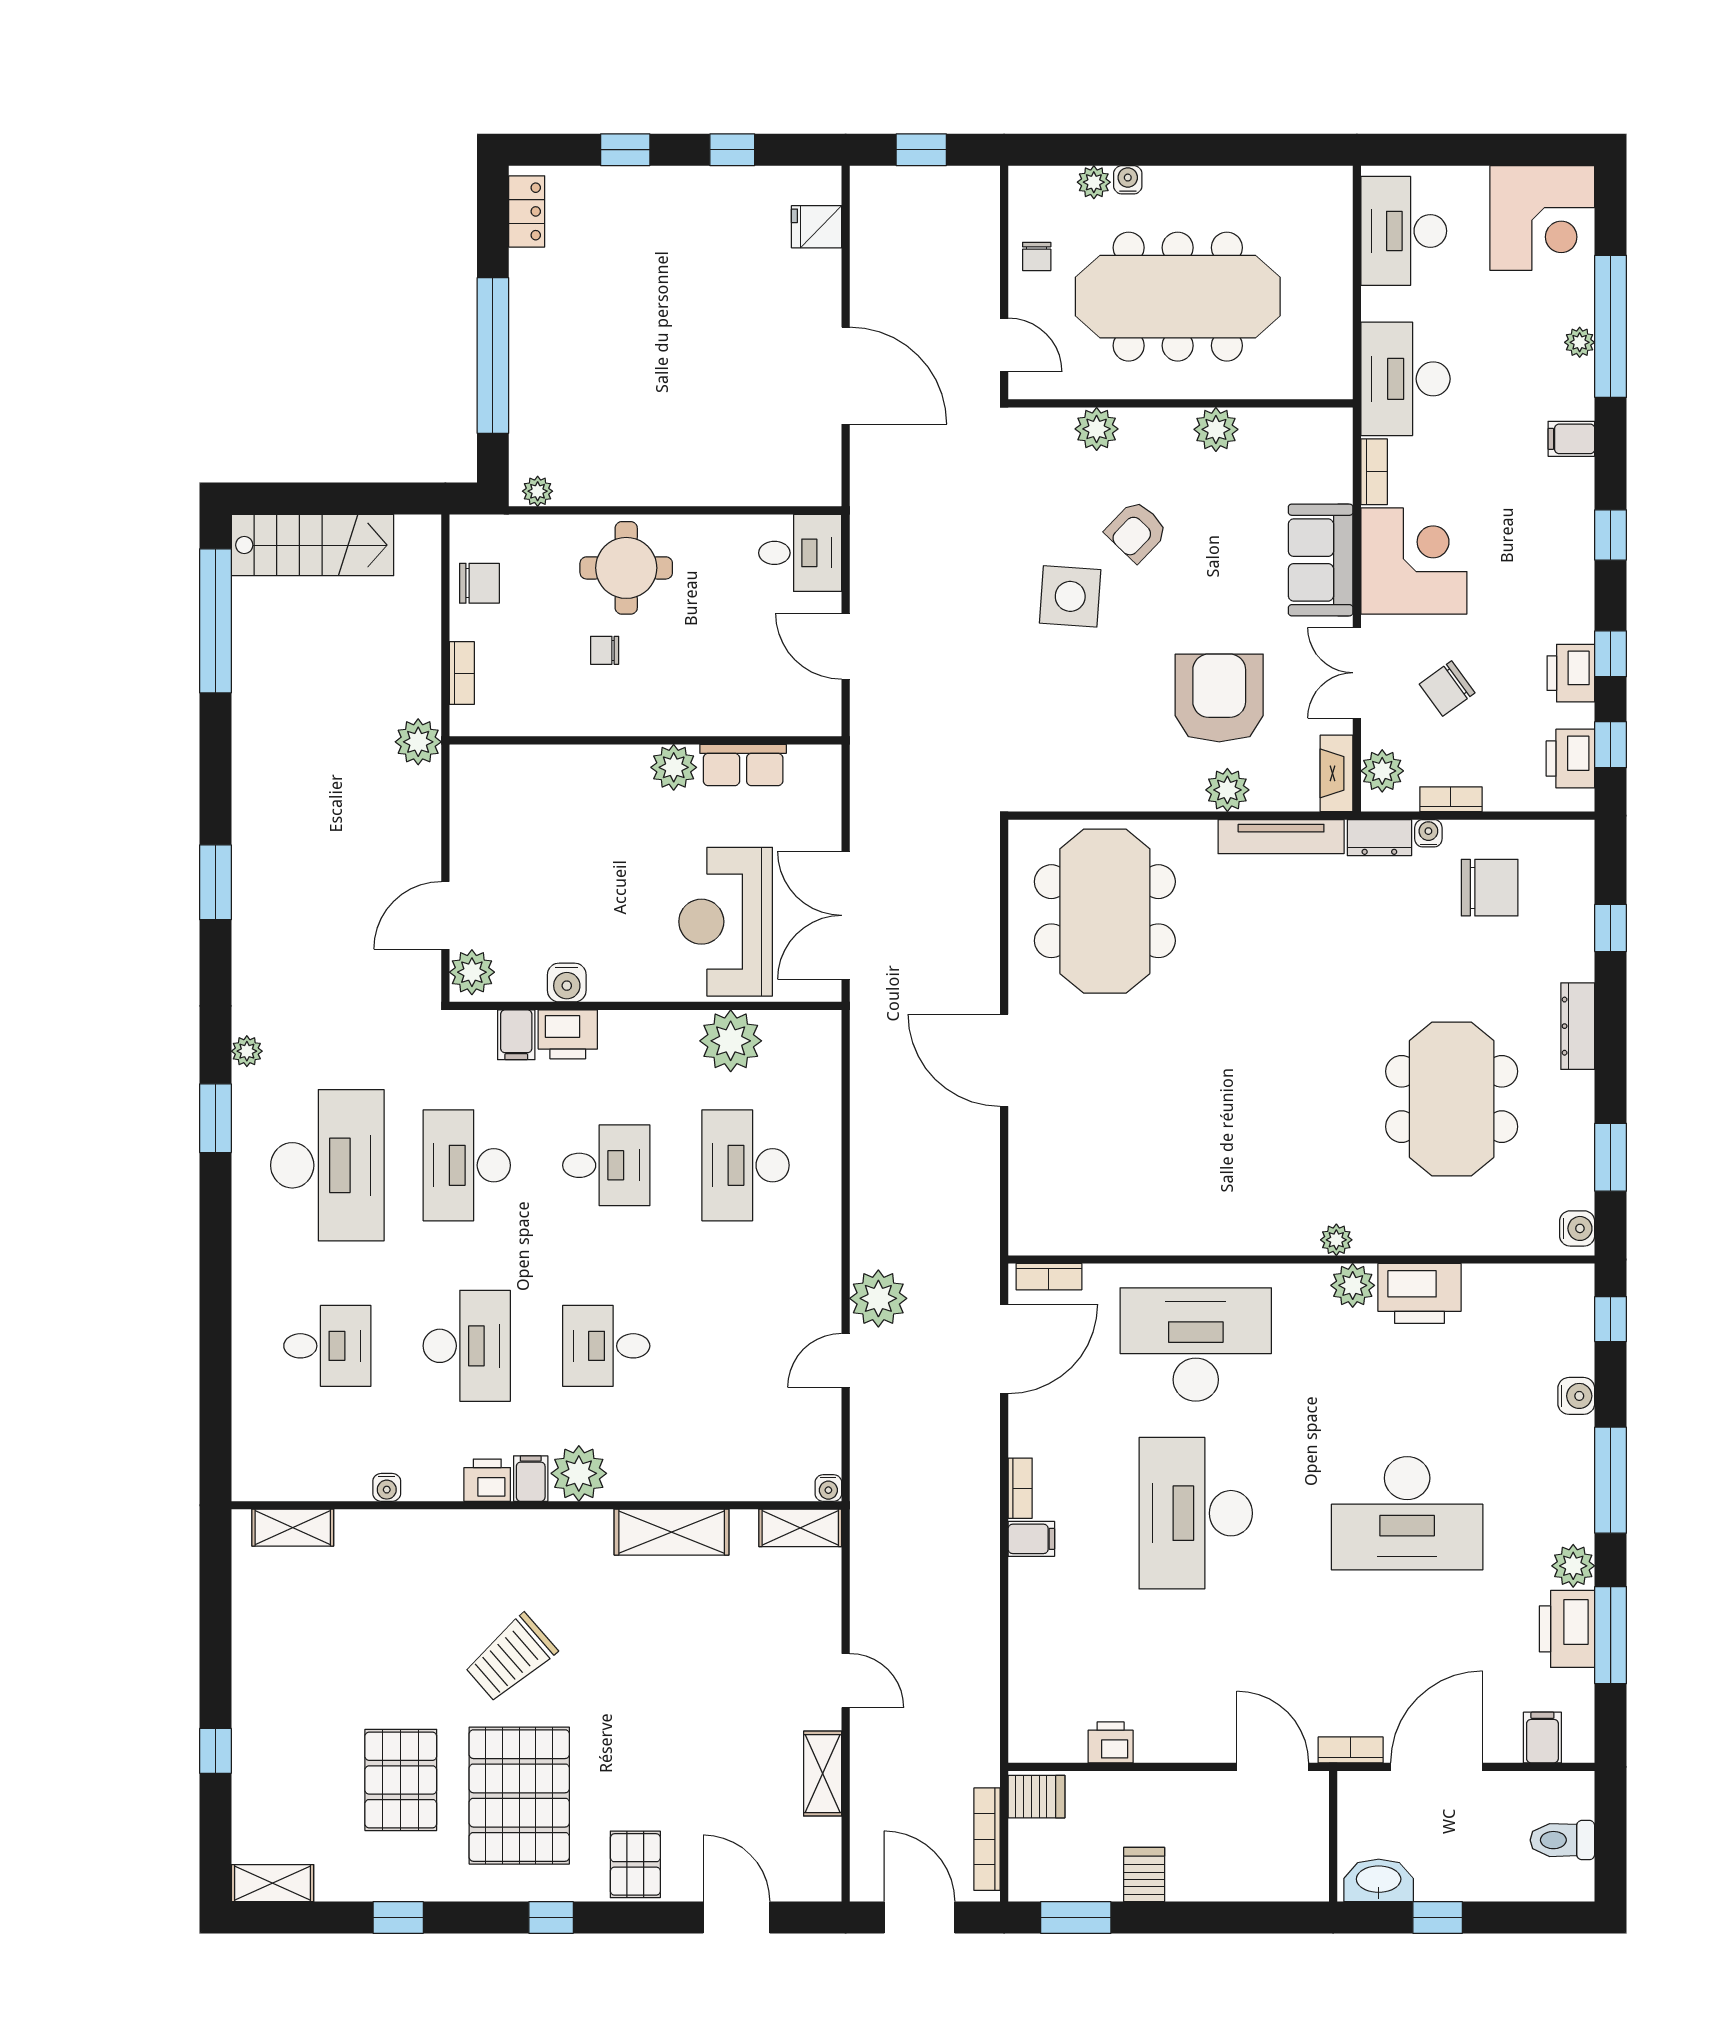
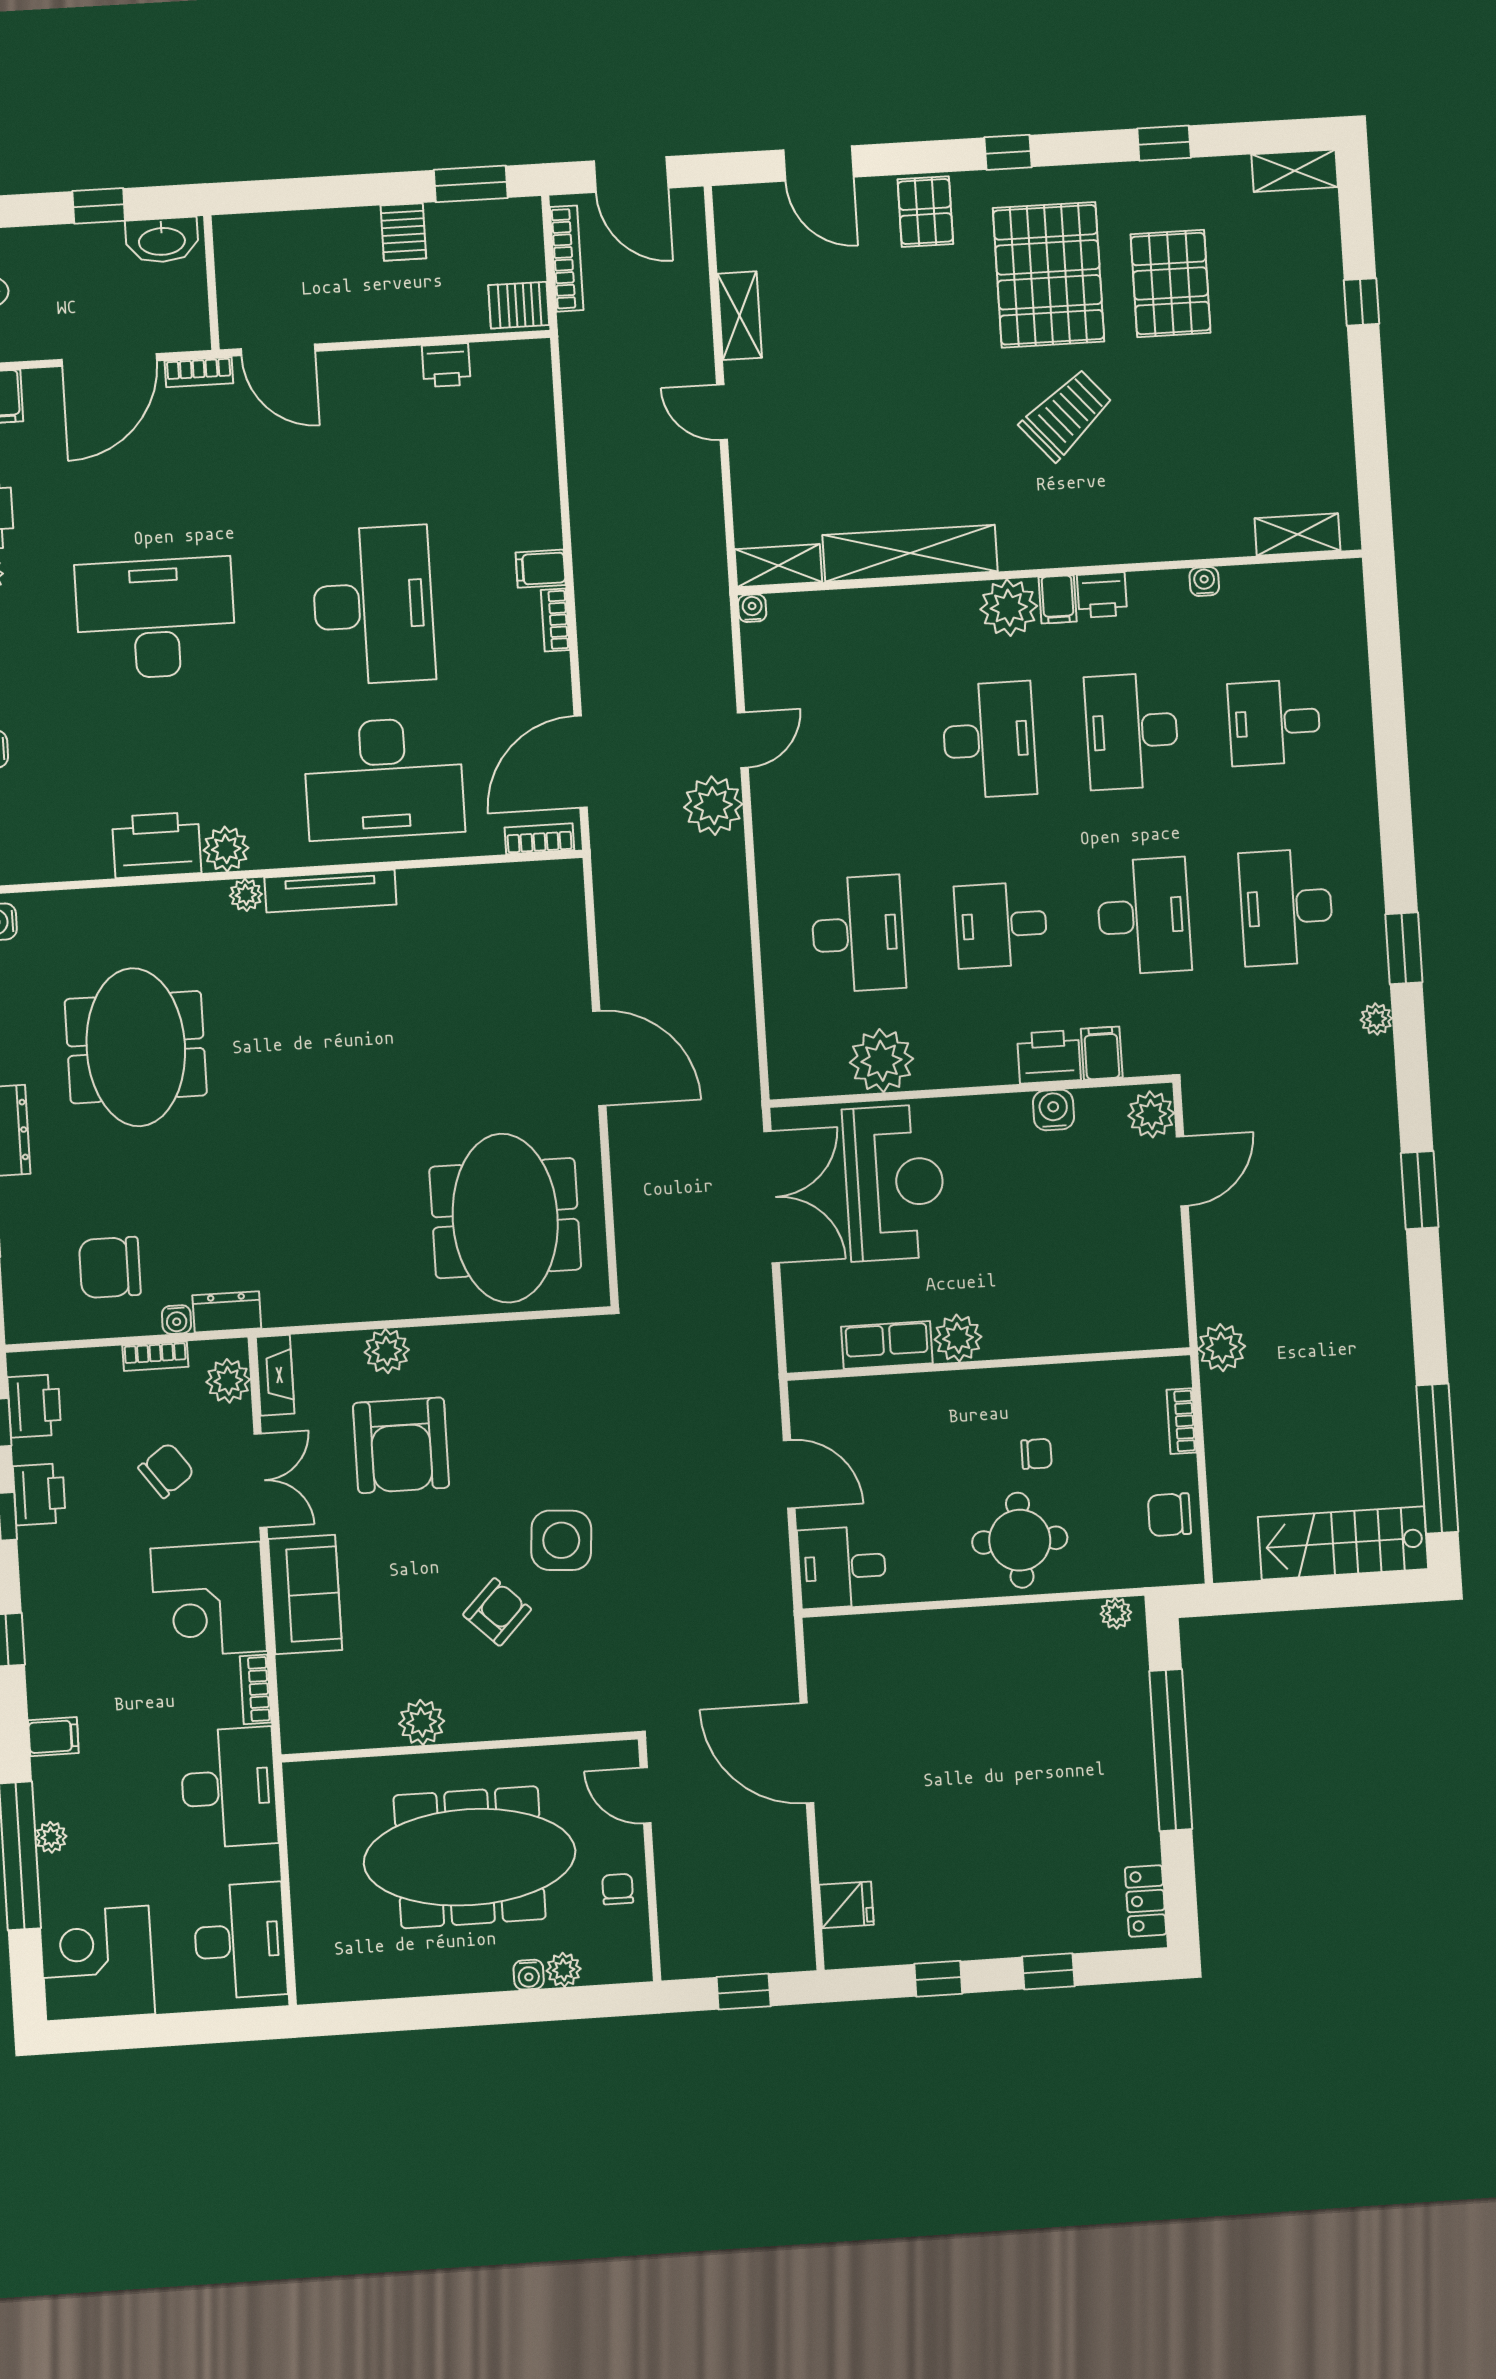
plant: (1097, 429) -> (545, 1715), removed
tv unit: (1281, 837) -> (330, 891), moved, turned 180
desk: (327, 1165) -> (1286, 907), width x0.73, depth x0.77
desk: (606, 1346) -> (989, 740), width x1.37
shelving: (672, 1532) -> (910, 553), width x1.47

